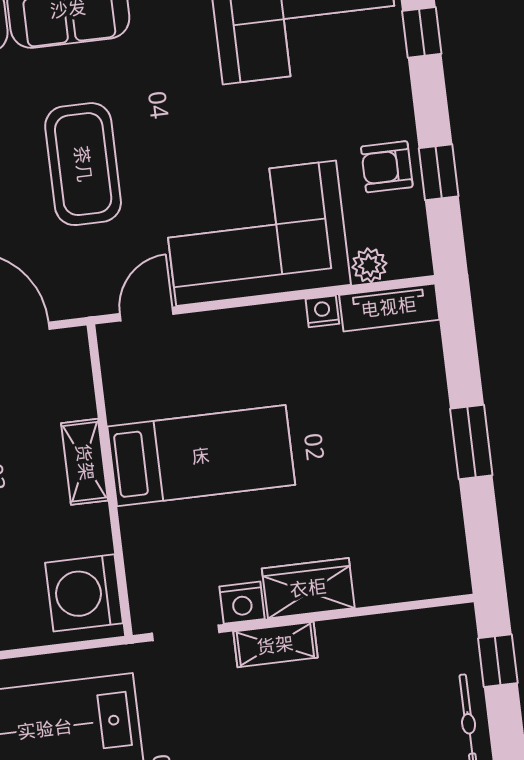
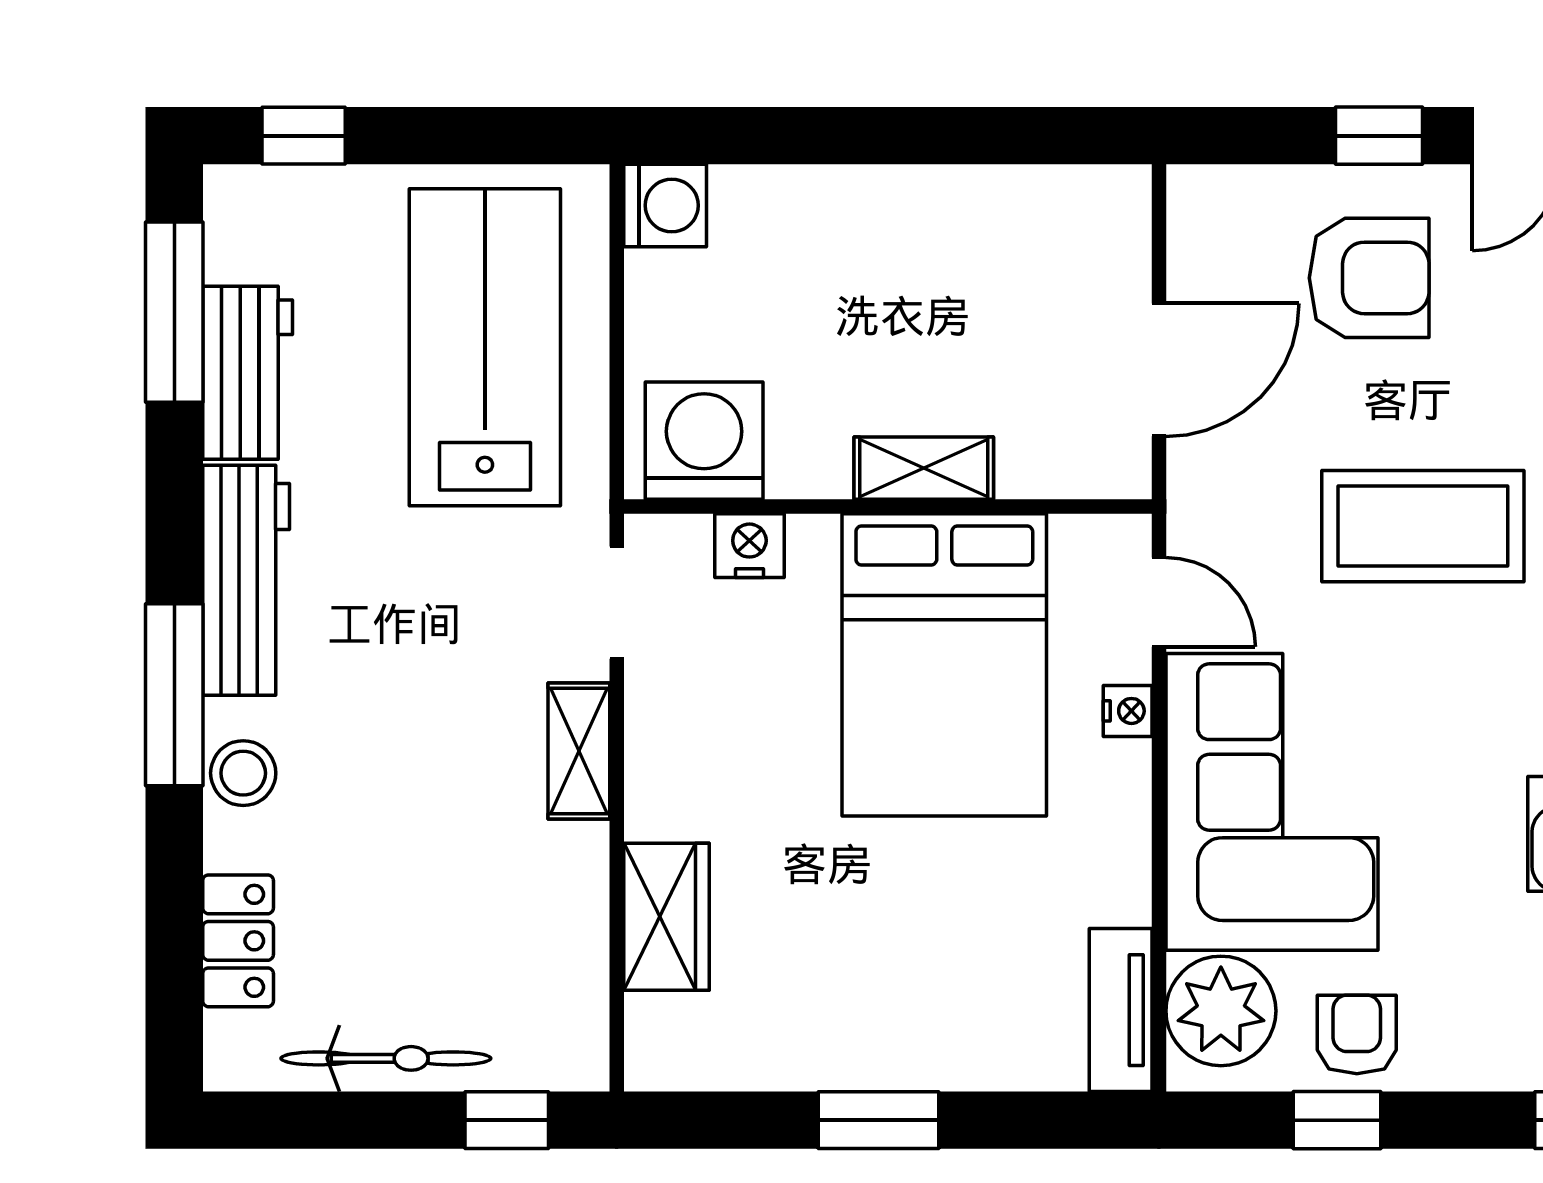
plant: (369, 265) -> (1221, 1011), width x1.87, depth x1.87
nightstand: (322, 311) -> (1128, 711), moved
bed: (201, 456) -> (944, 665), width x1.50
wardrobe: (308, 588) -> (666, 917), moved
nightstand: (242, 603) -> (749, 546), moved, turned 90

